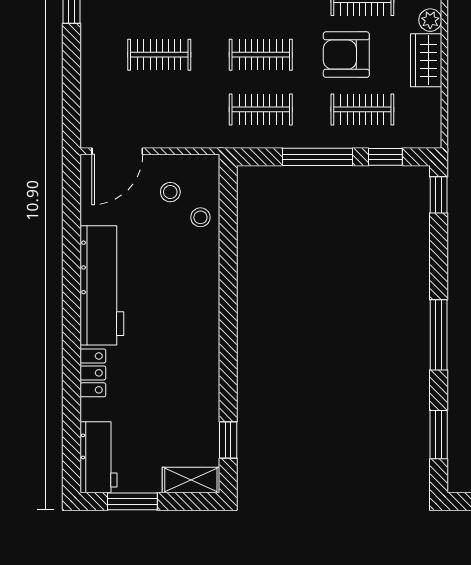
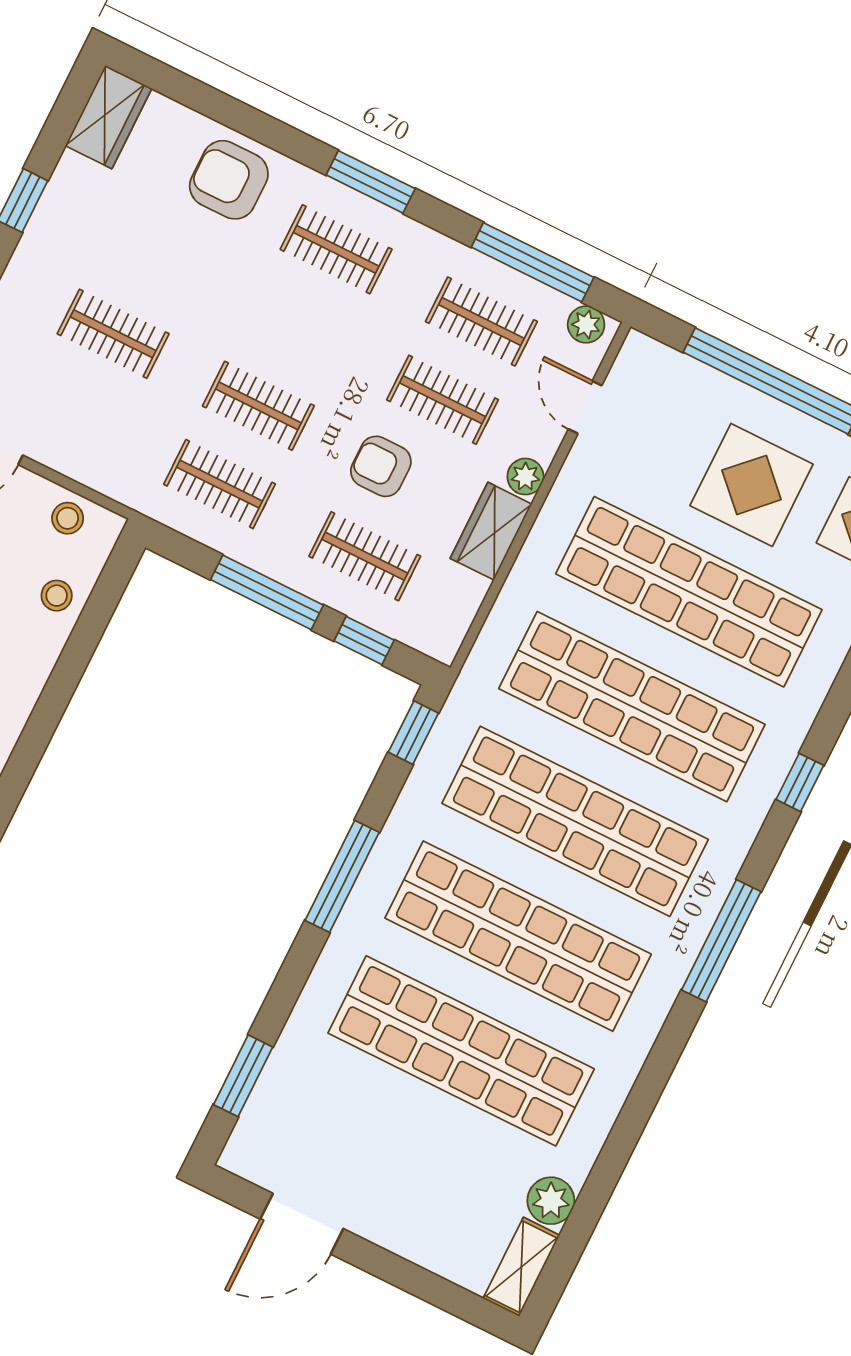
armchair: (346, 55) -> (381, 466), width x0.72, depth x0.72
stool: (170, 192) -> (68, 518), moved
window: (439, 335) -> (342, 876), moved

